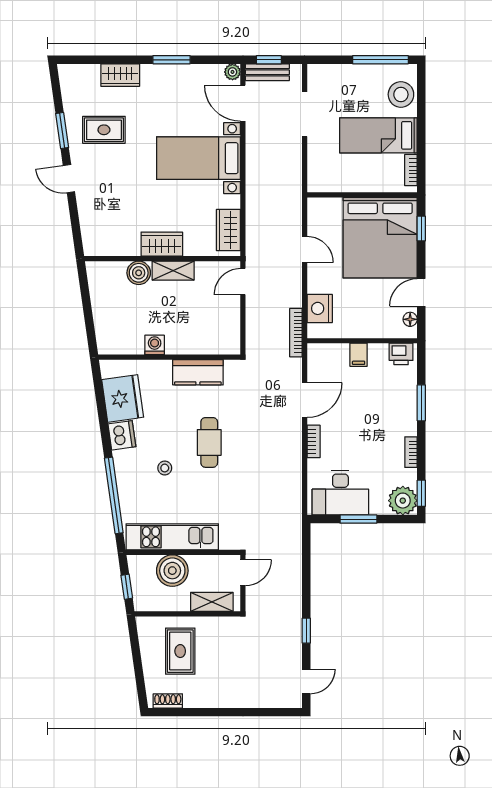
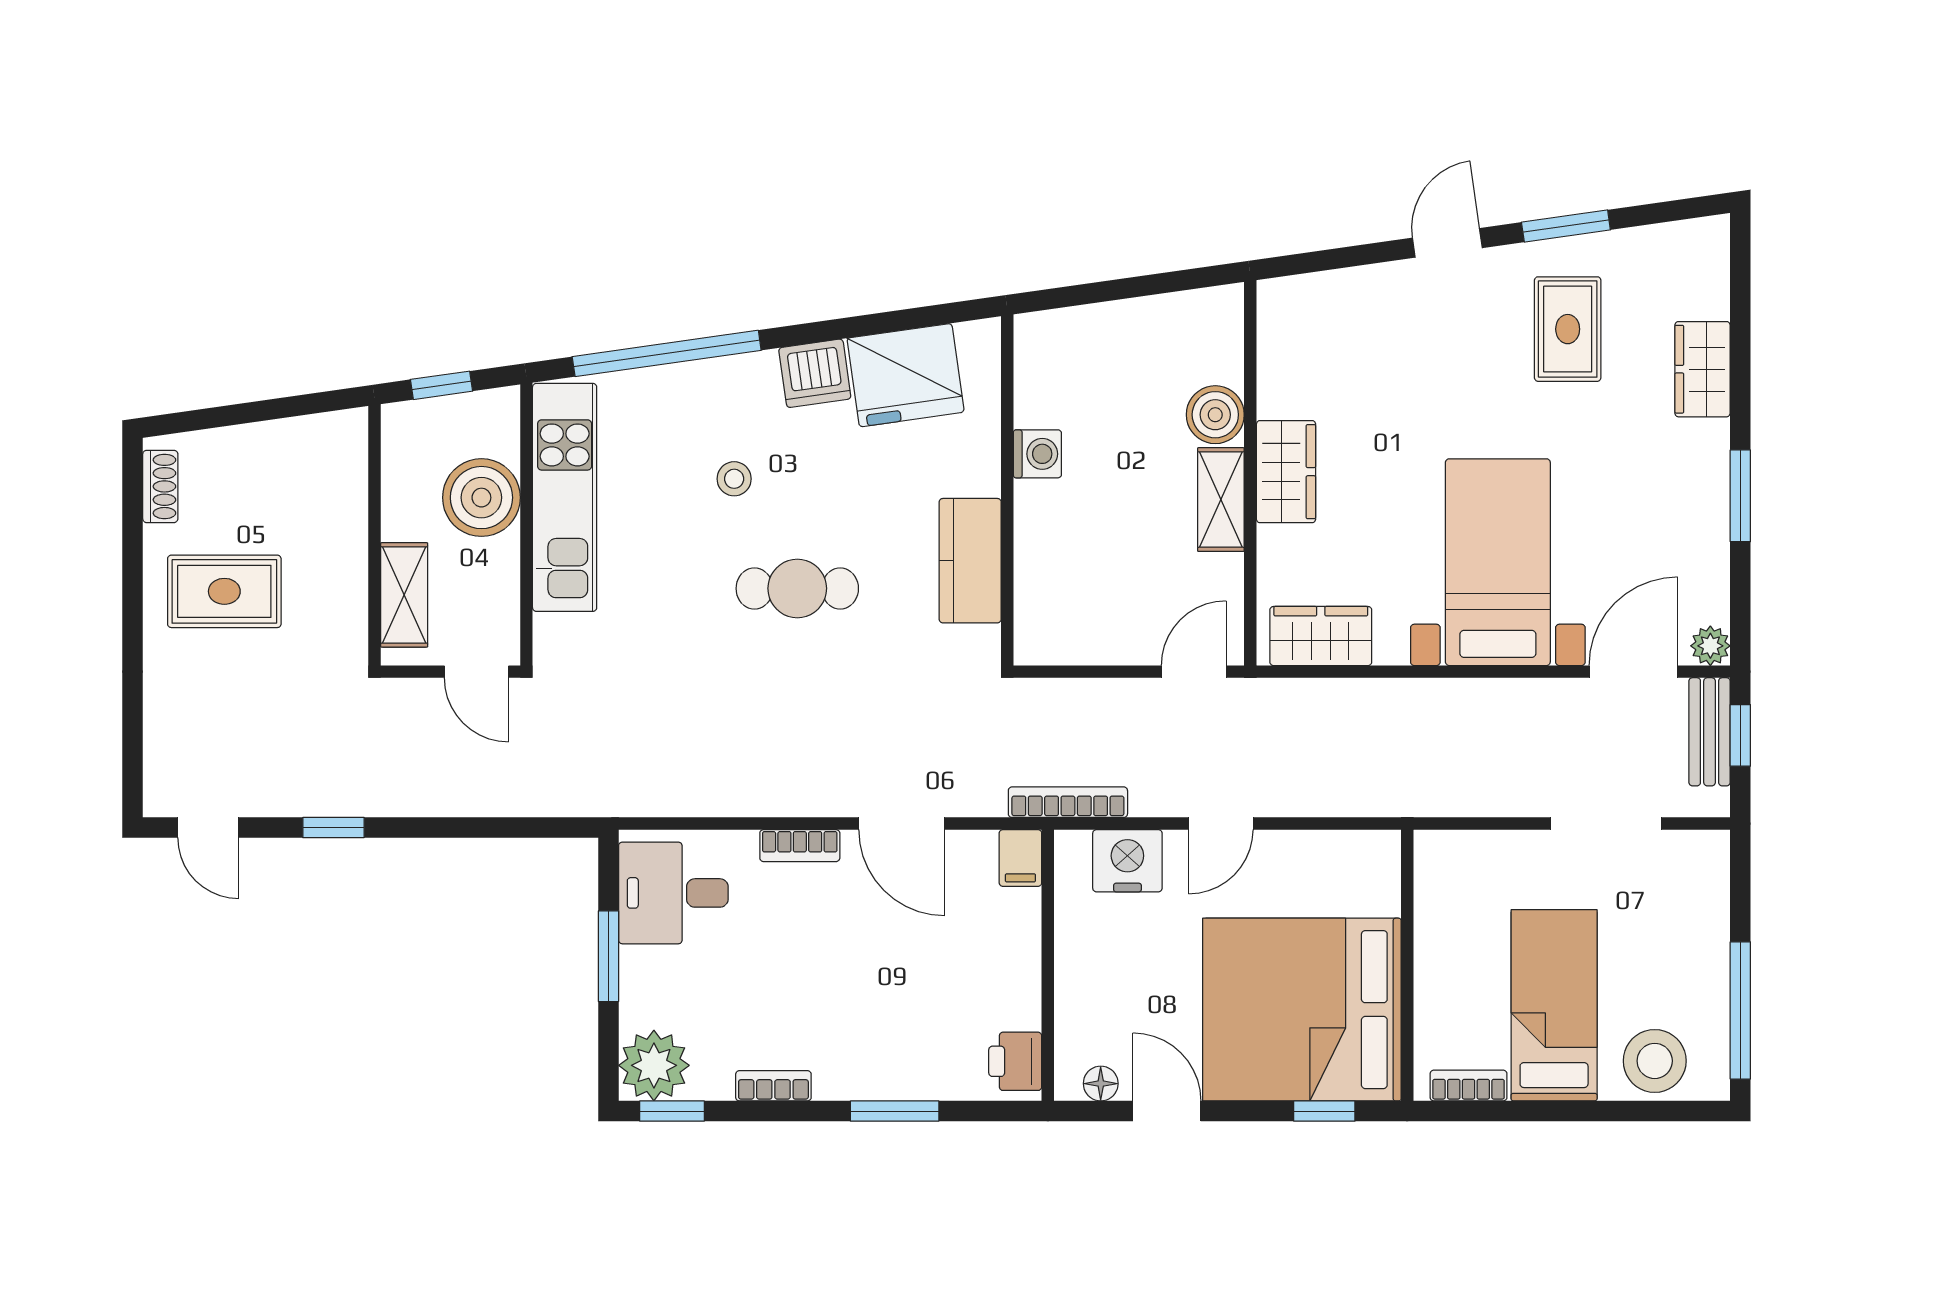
door: (305, 250) -> (1221, 824), moved
door: (243, 282) -> (1194, 672), hinge flipped
filing cabinet: (359, 355) -> (1020, 858), moved, turned -90
desk: (340, 493) -> (673, 893), width x0.73
rug: (180, 651) -> (224, 591), moved

